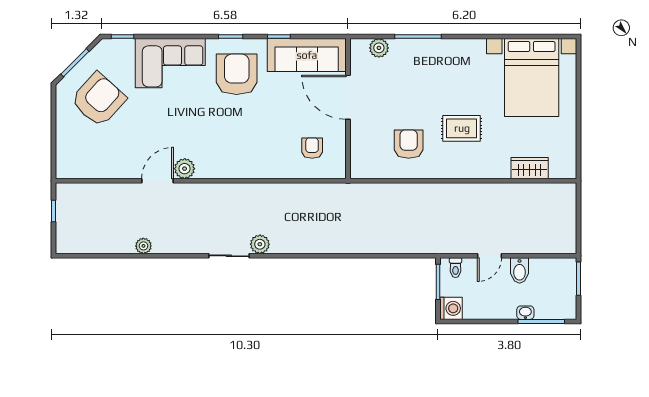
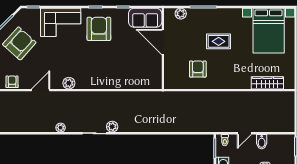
sofa: (307, 55) -> (145, 18), width x0.73
rug: (462, 128) -> (219, 41), moved
armchair: (312, 148) -> (12, 82), moved
wardrobe: (530, 168) -> (267, 83), width x1.50
door: (158, 181) -> (41, 90), moved
plant: (143, 246) -> (61, 128), moved

